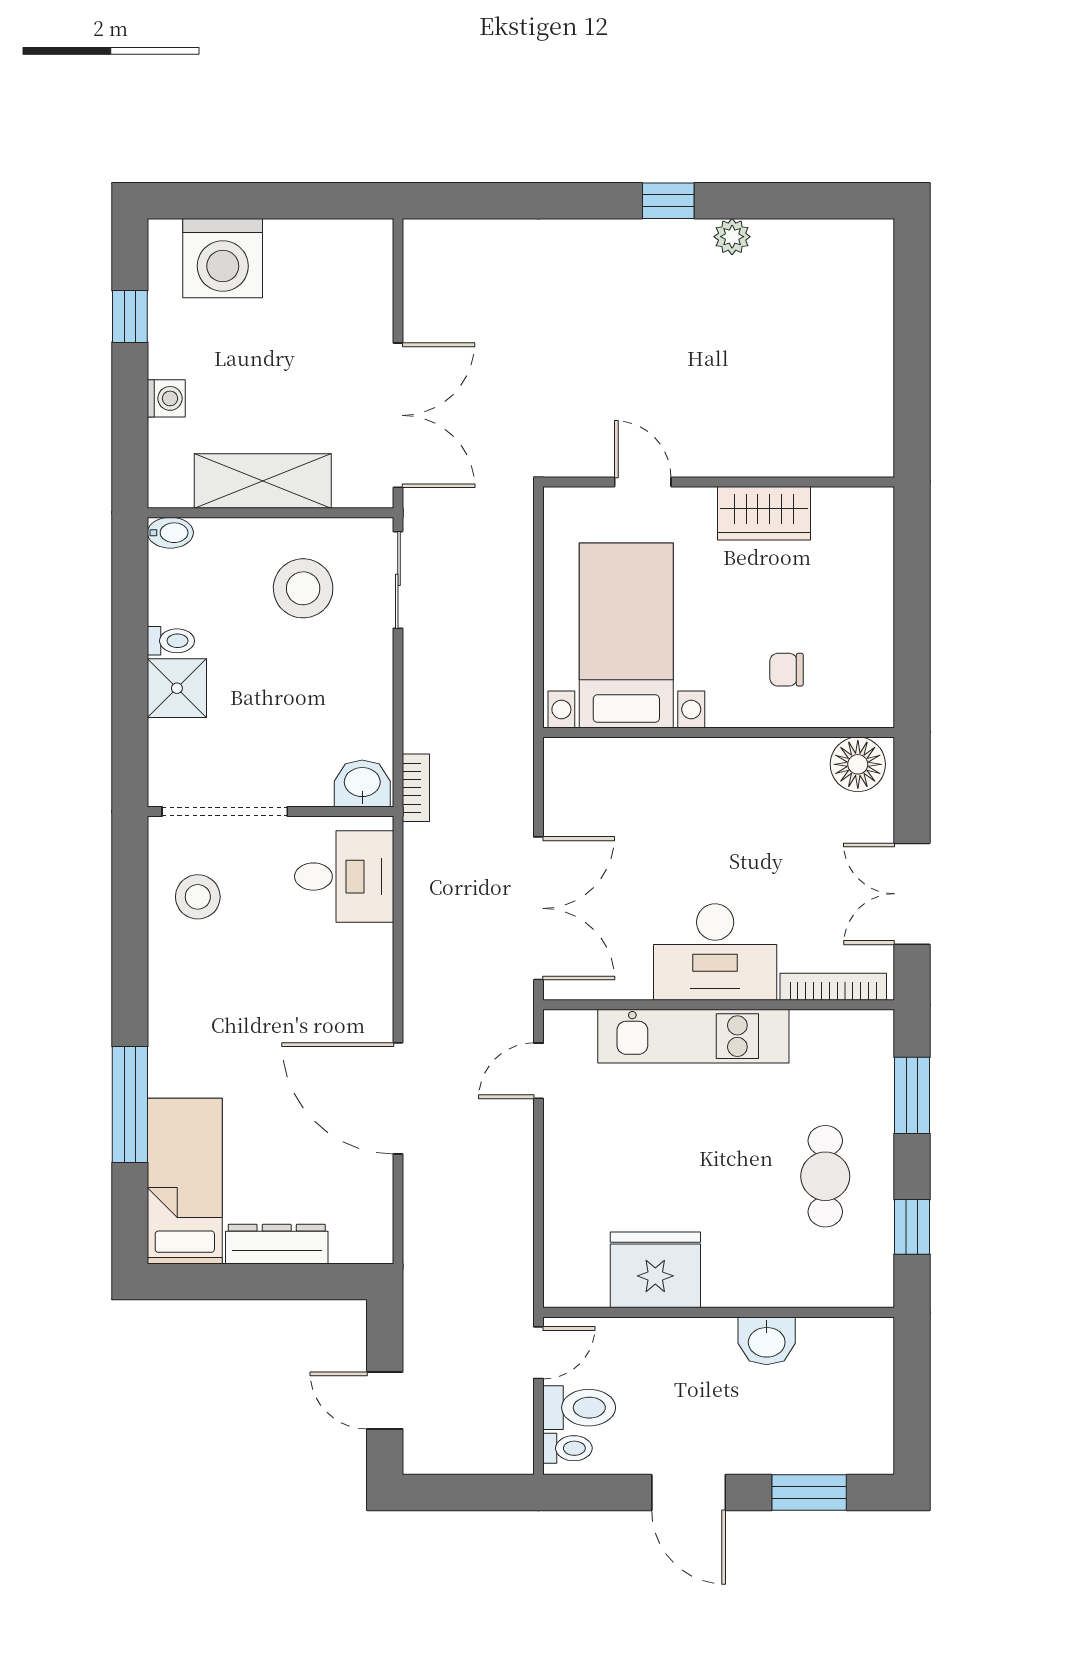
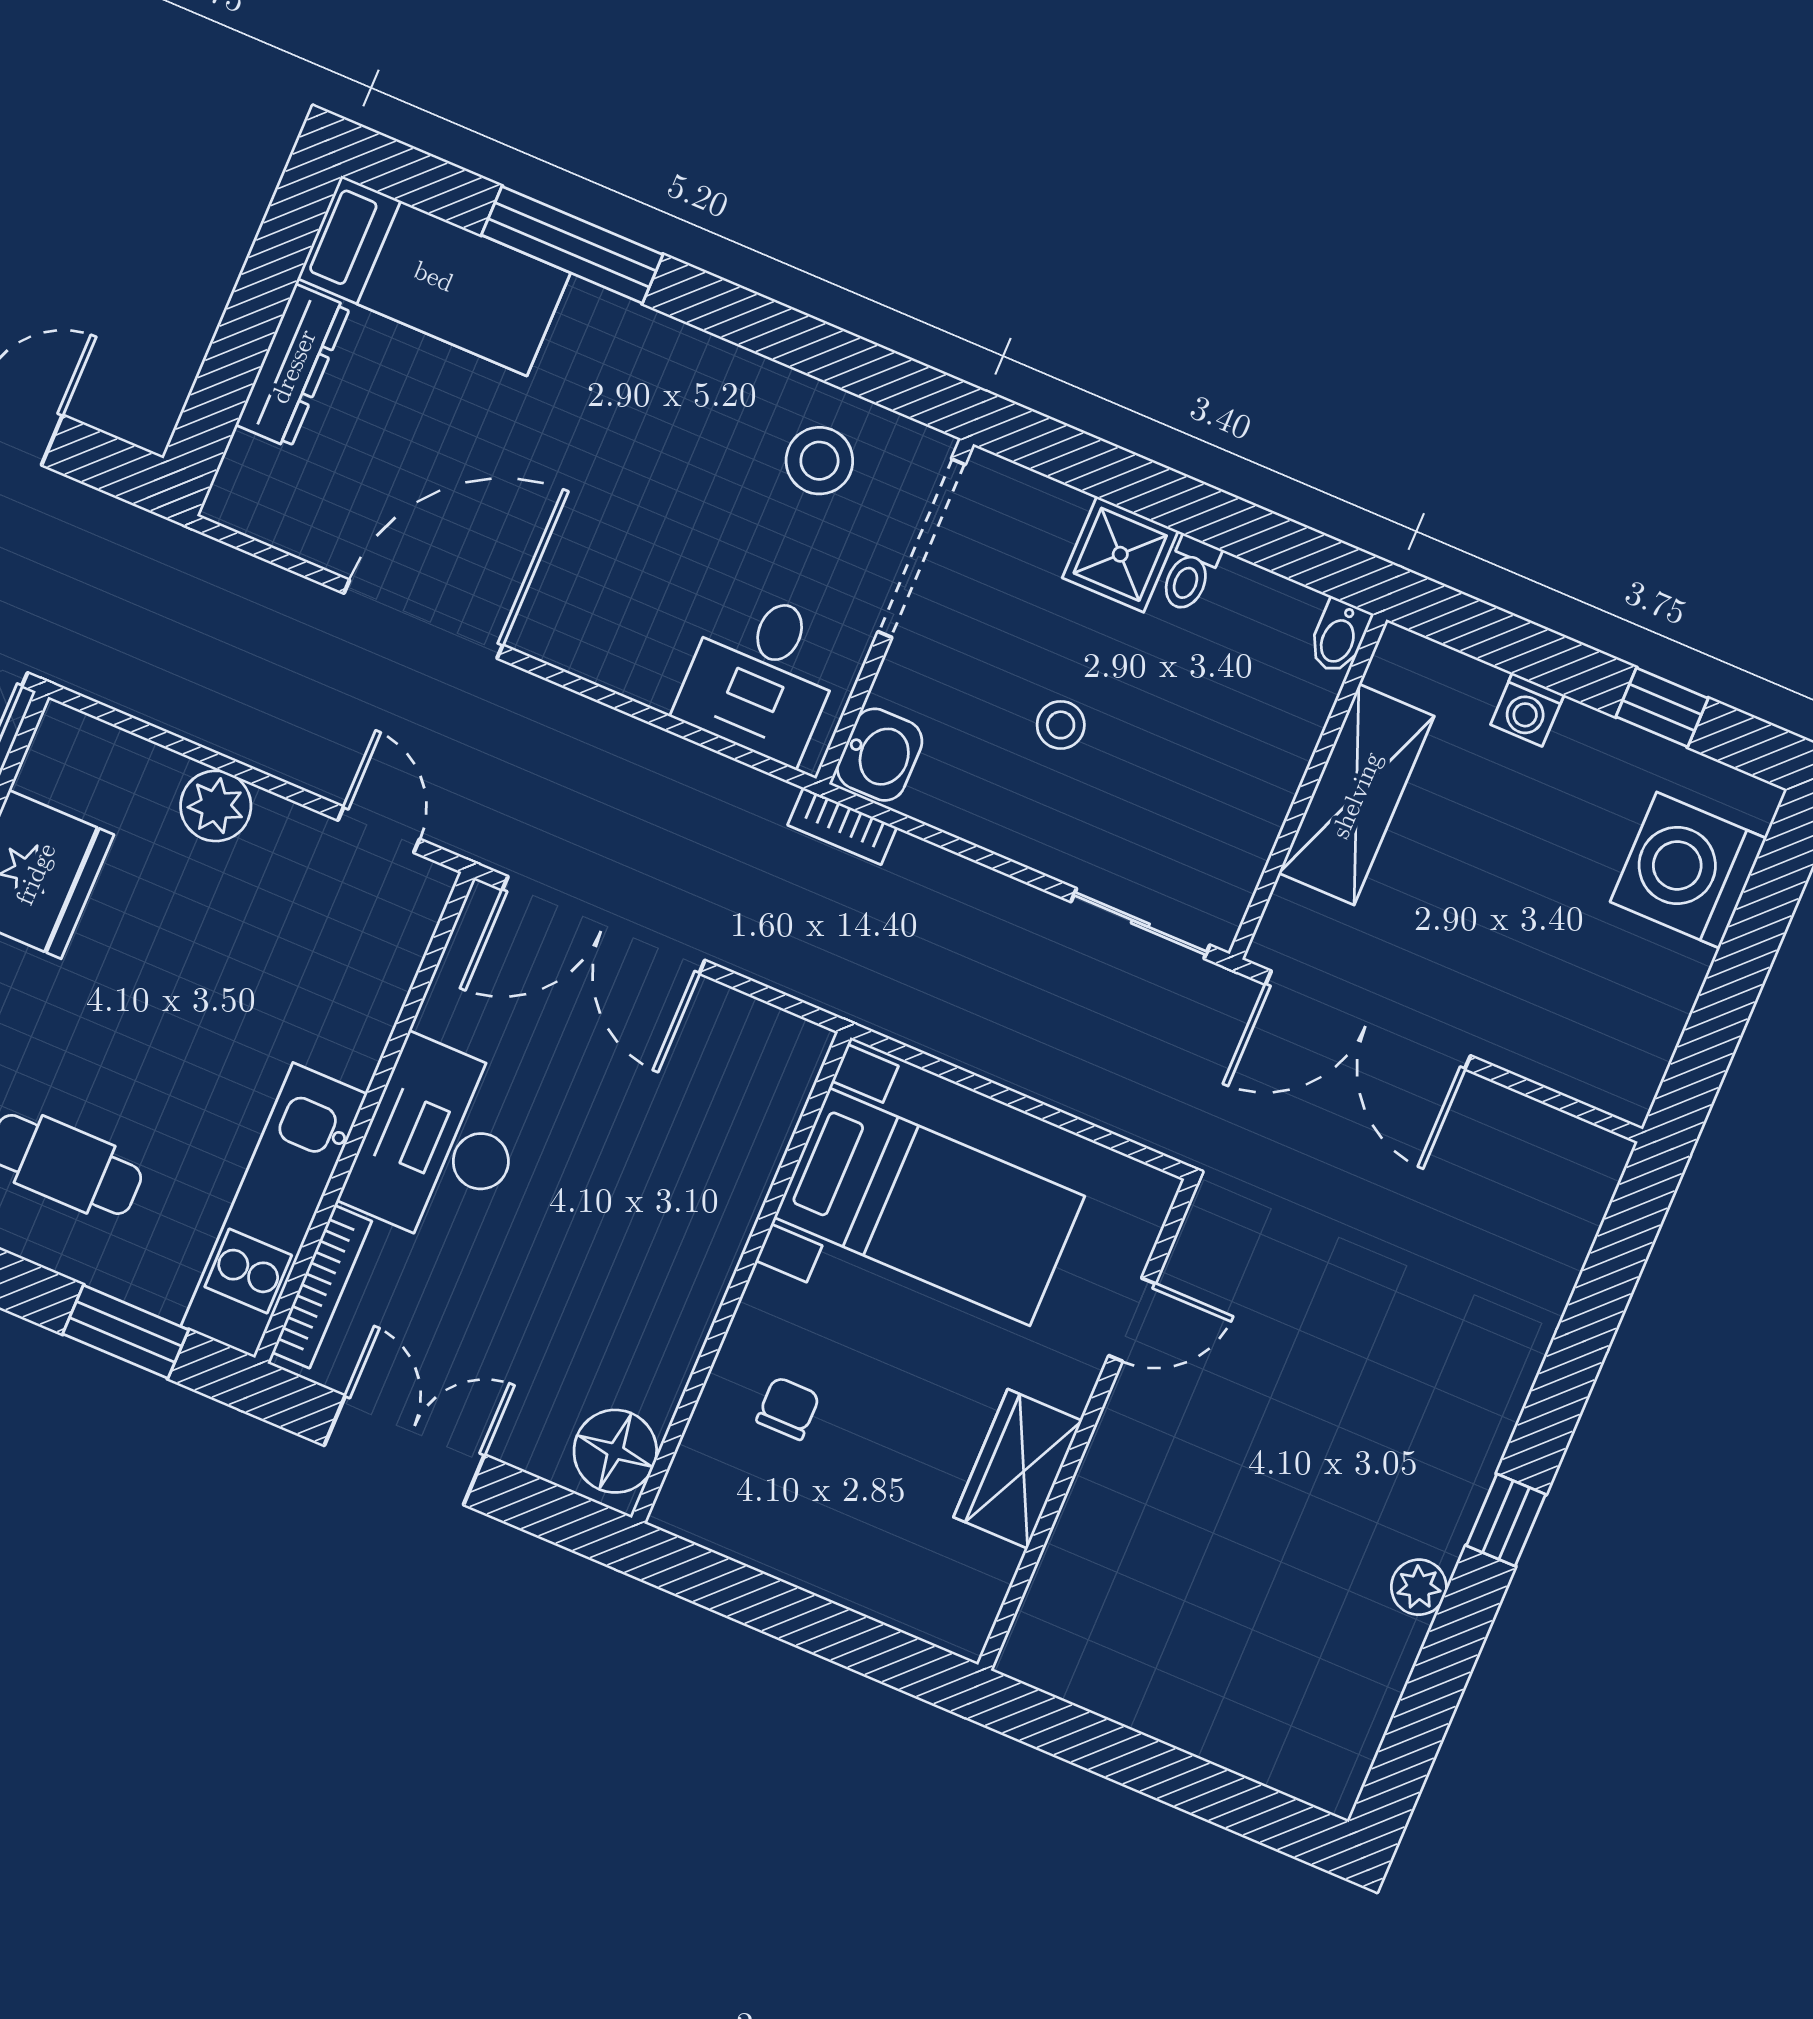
stool: (303, 588) -> (1061, 725), moved, width x0.53, depth x0.53
kitchen unit: (693, 1036) -> (274, 1210), moved
plant: (566, 1177) -> (216, 806), added

